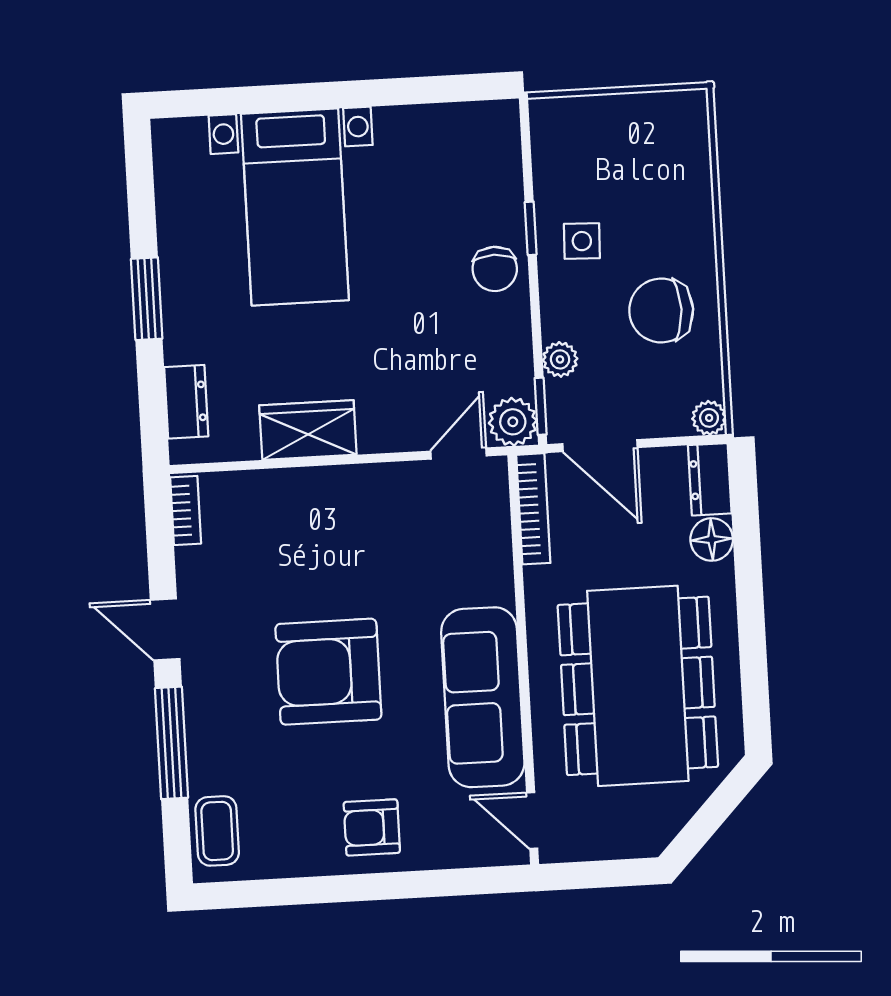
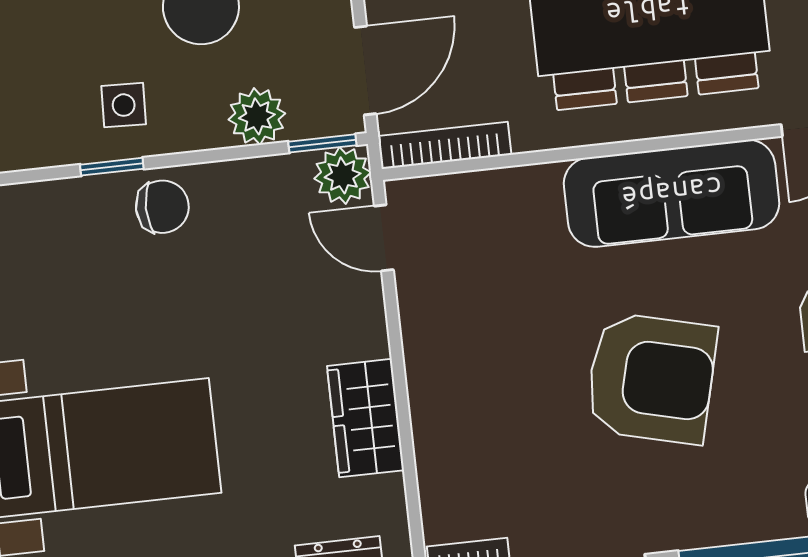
plant: (560, 359) -> (257, 116), width x1.38, depth x1.38
armchair: (328, 672) -> (651, 378), turned -76

